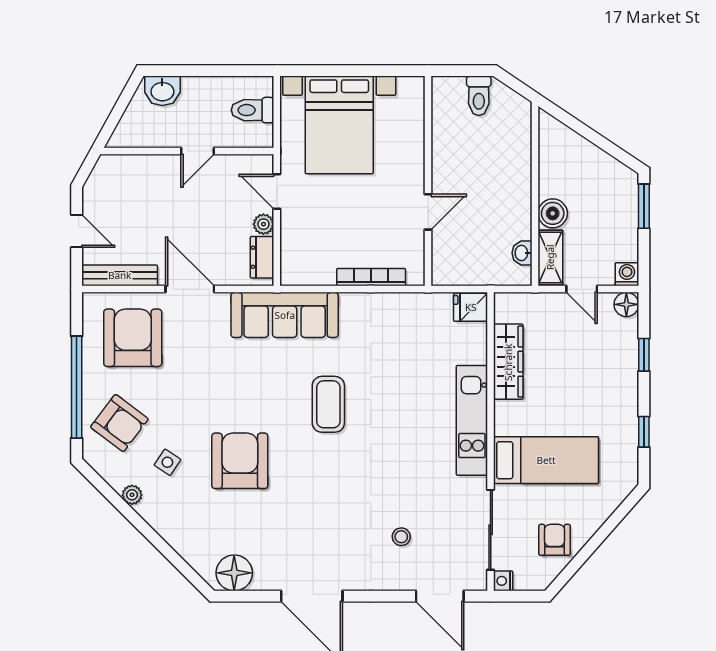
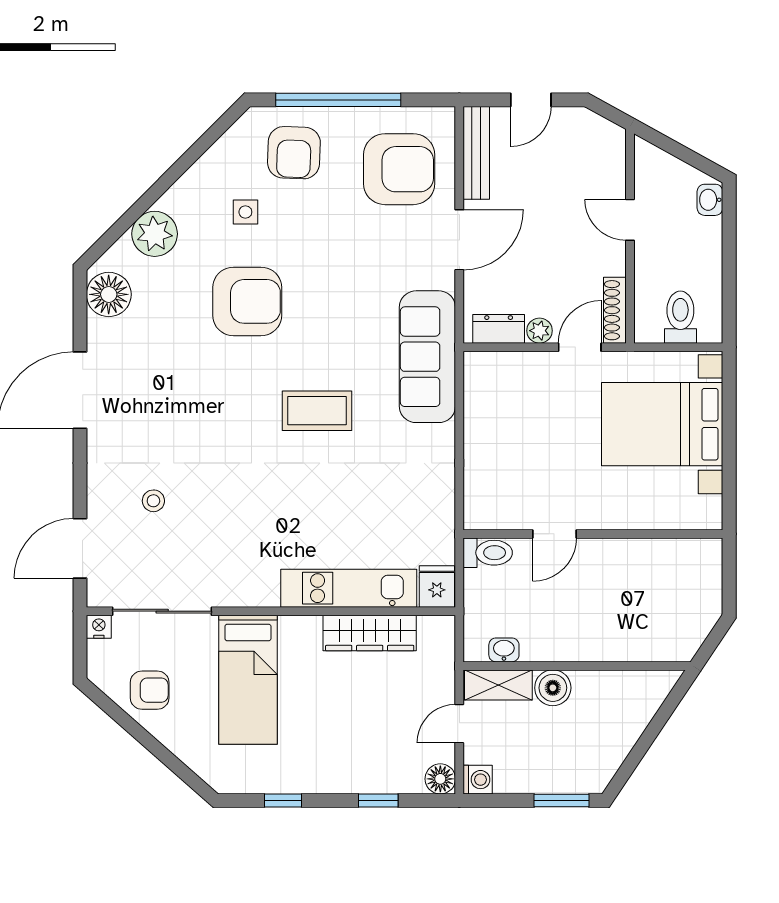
washbasin: (162, 91) -> (710, 200), width x0.72, depth x0.69
toilet: (479, 96) -> (488, 553), moved, turned 180
door: (198, 151) -> (630, 220), moved
shoe rack: (247, 163) -> (615, 310), added
door: (428, 212) -> (555, 534), hinge flipped
bookcase: (371, 277) -> (474, 464), removed
kitchen unit: (472, 420) -> (349, 588), moved
armchair: (119, 423) -> (294, 153), turned -35
side table: (167, 462) -> (245, 212), turned -34
plant: (132, 495) -> (155, 234), moved, width x1.88, depth x1.88

